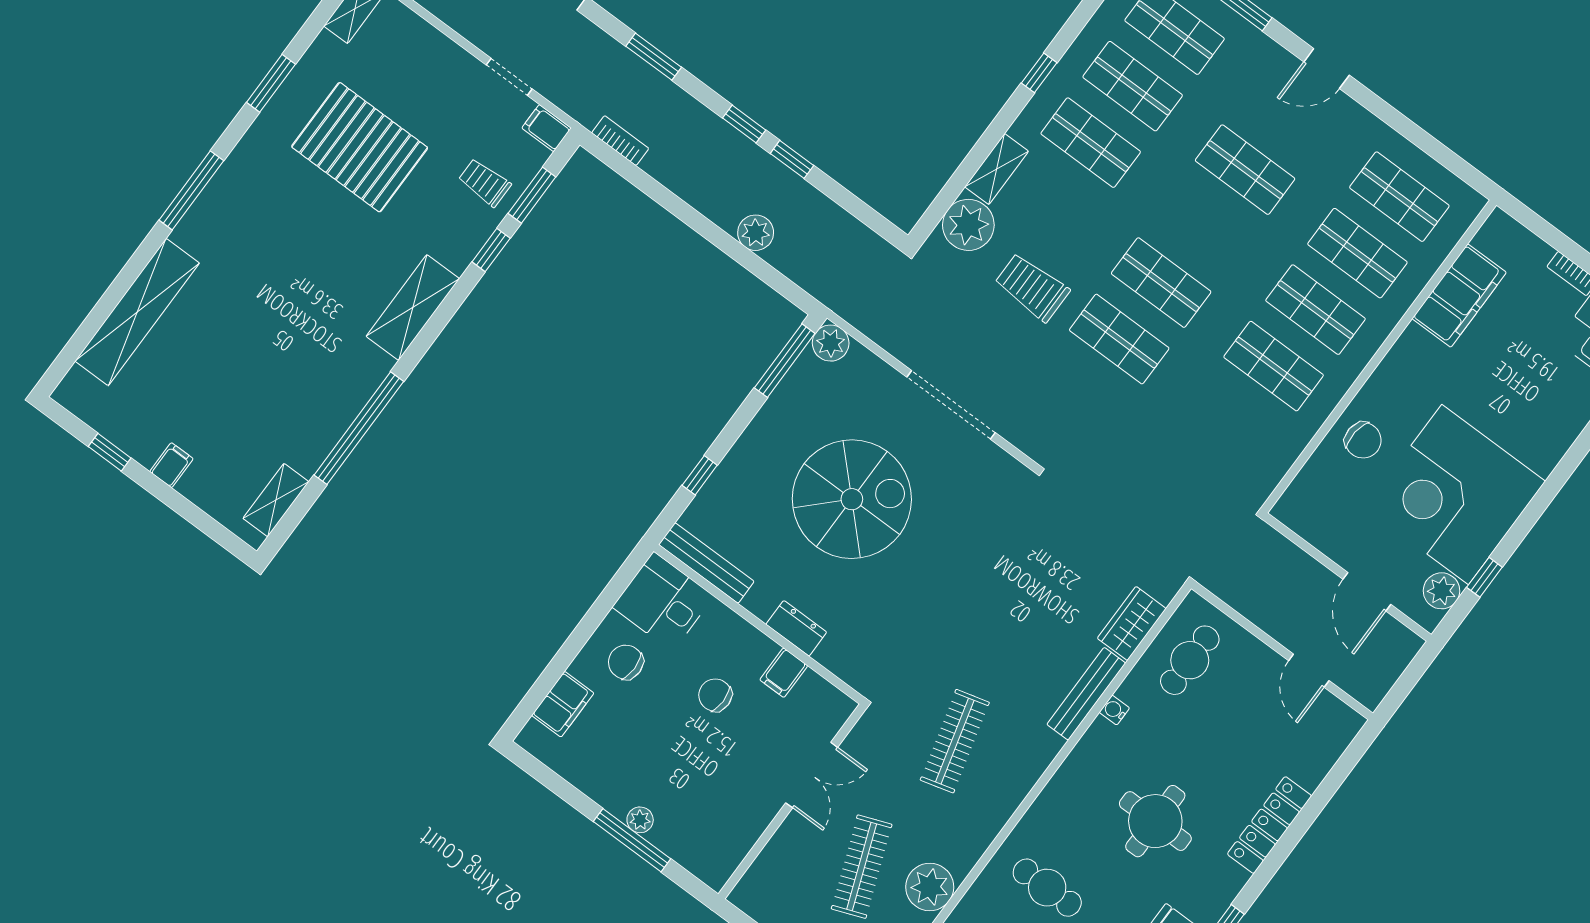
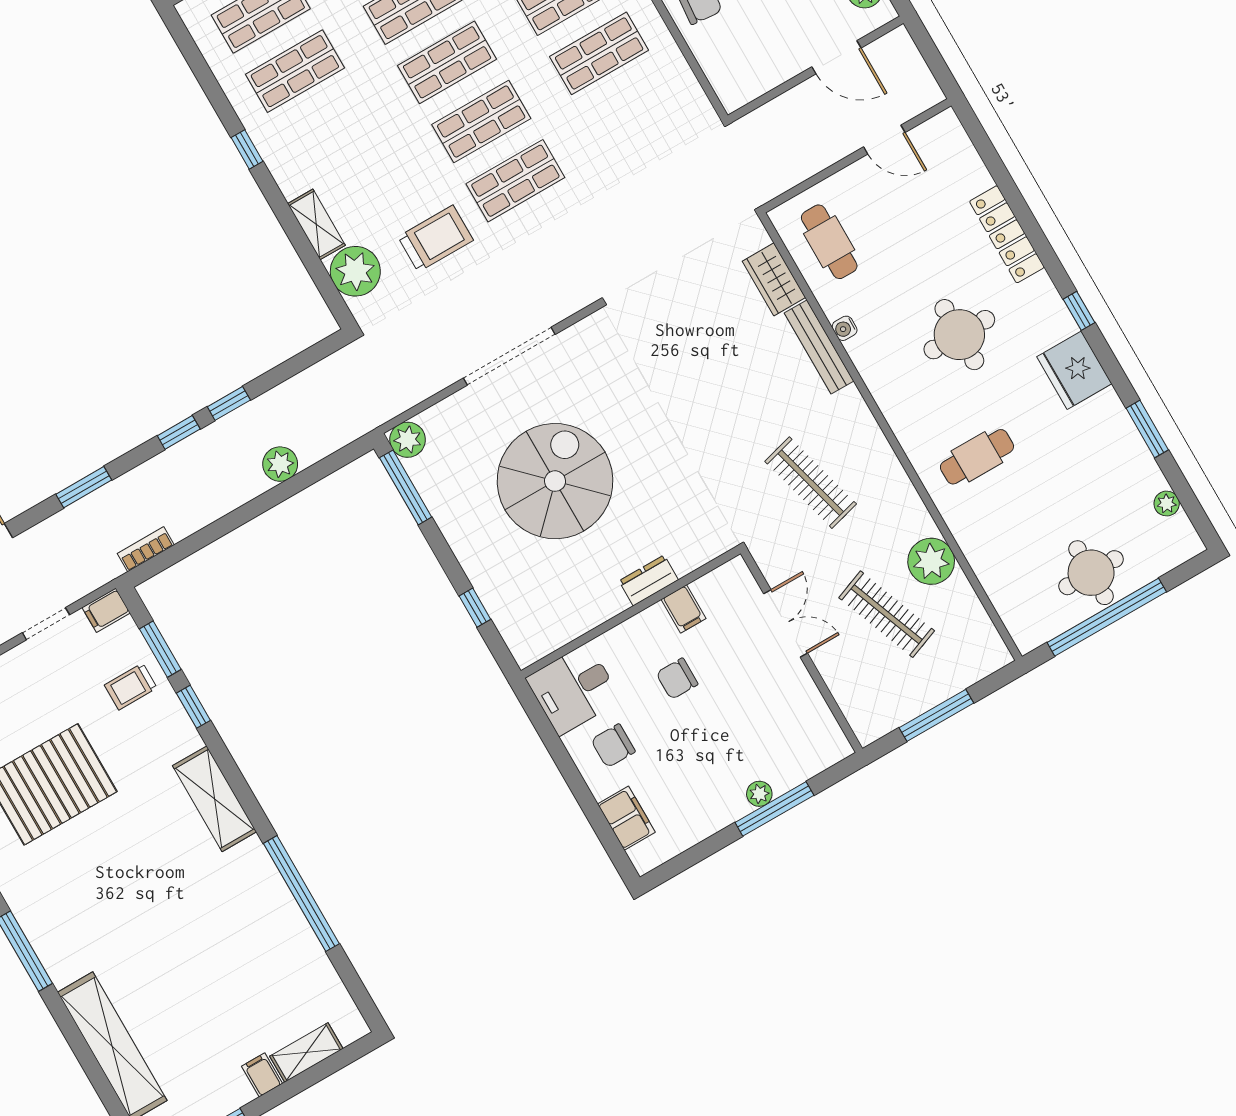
shop shelf: (1091, 143) -> (447, 62), moved
trolley: (1032, 287) -> (436, 238), turned 180
shelving: (276, 500) -> (306, 1053), moved, turned 90
bench: (706, 563) -> (556, 636), removed

